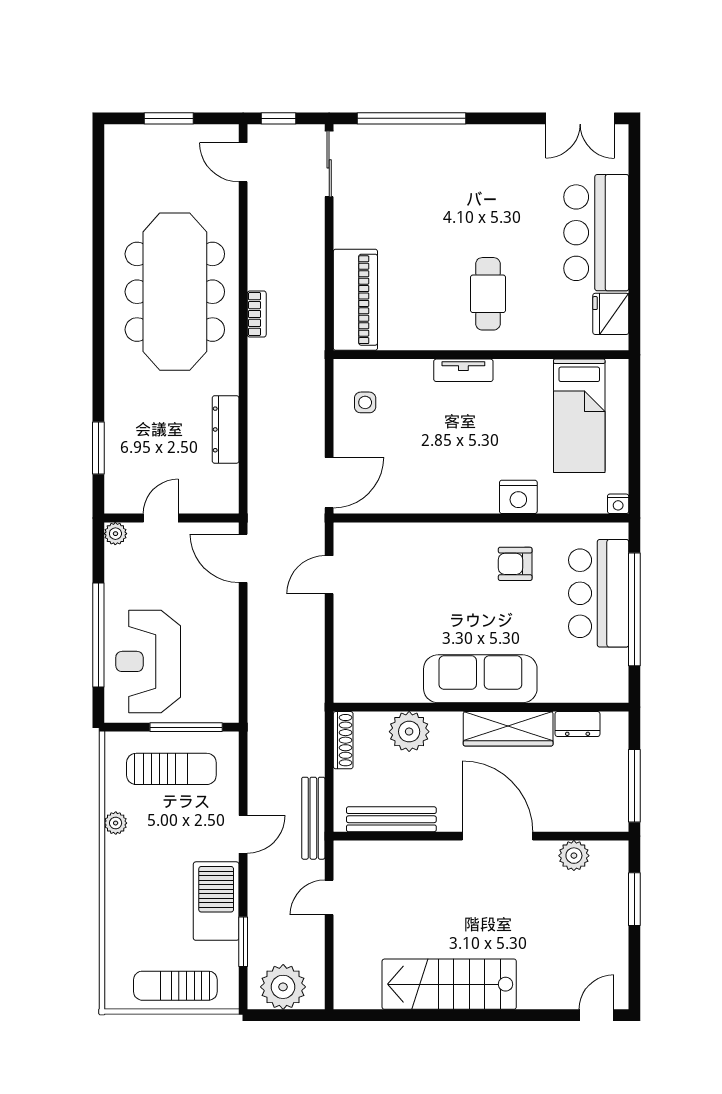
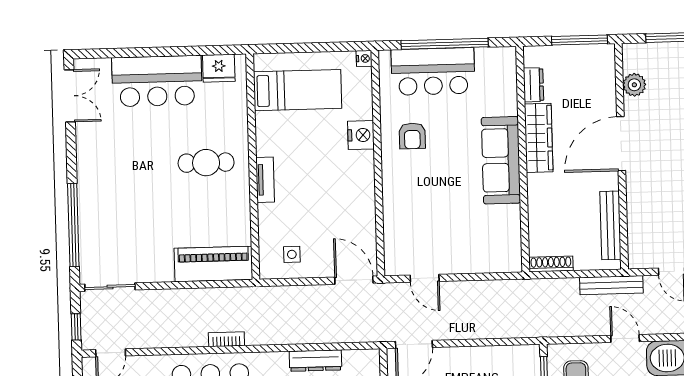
plant: (409, 732) -> (543, 214), removed

